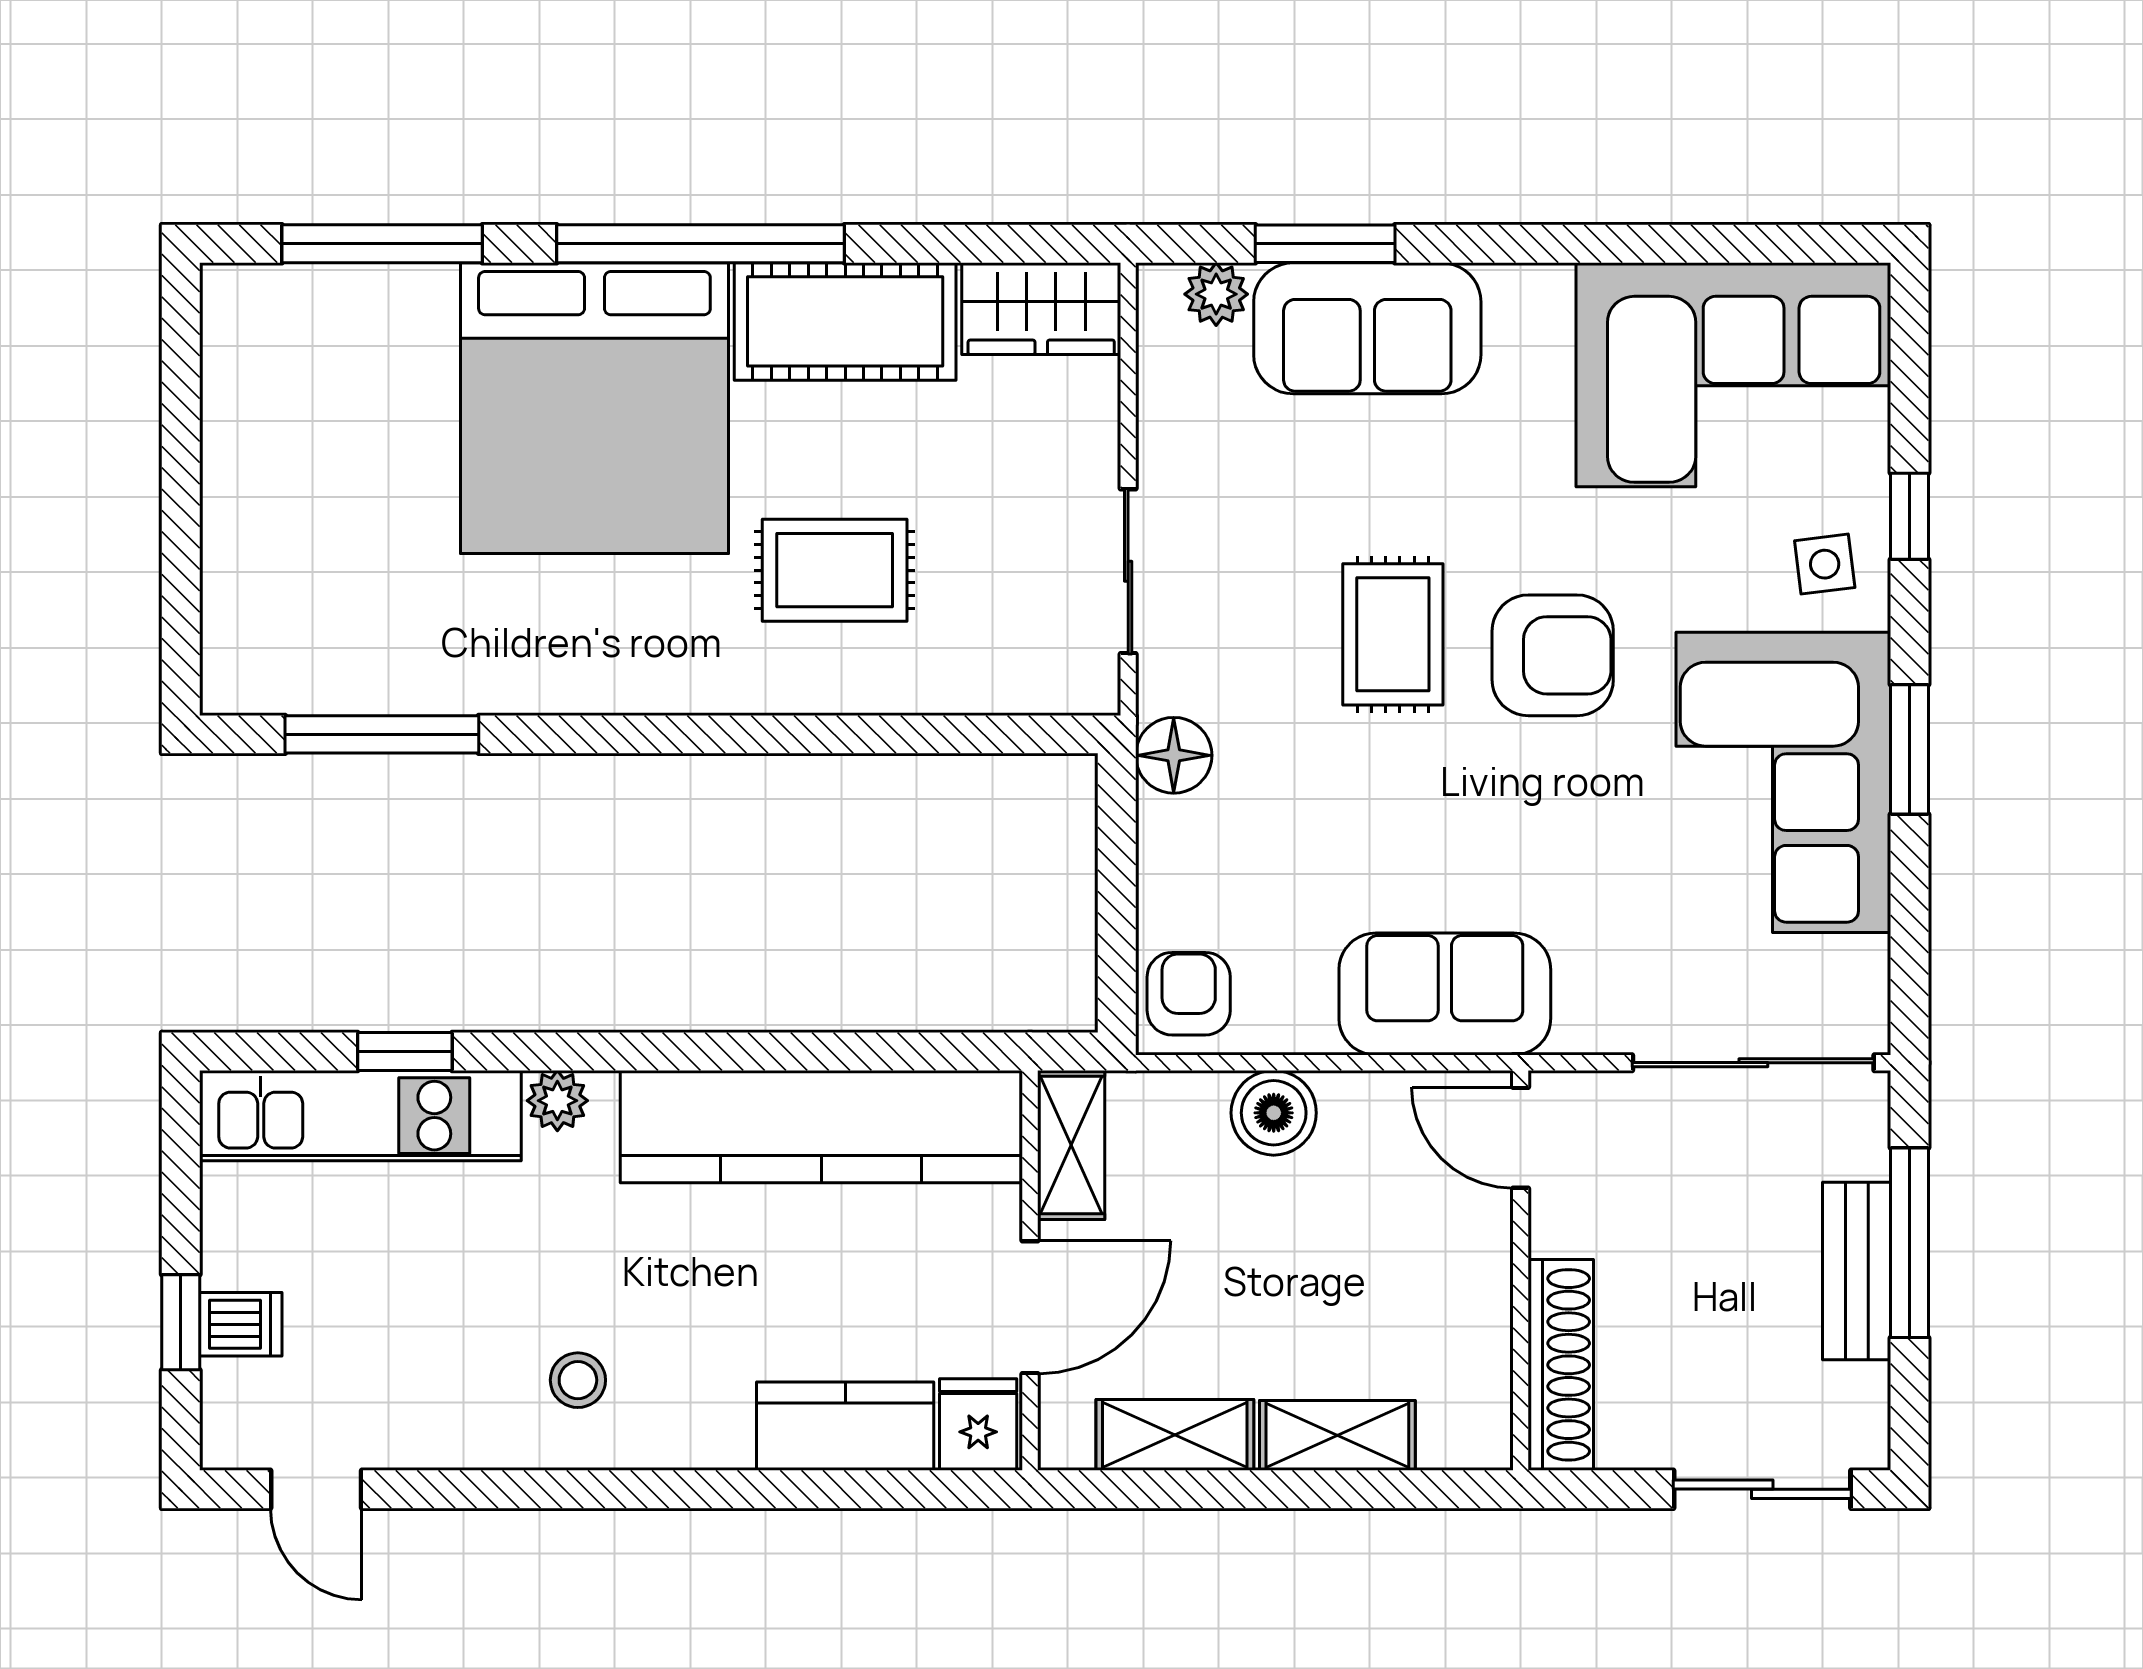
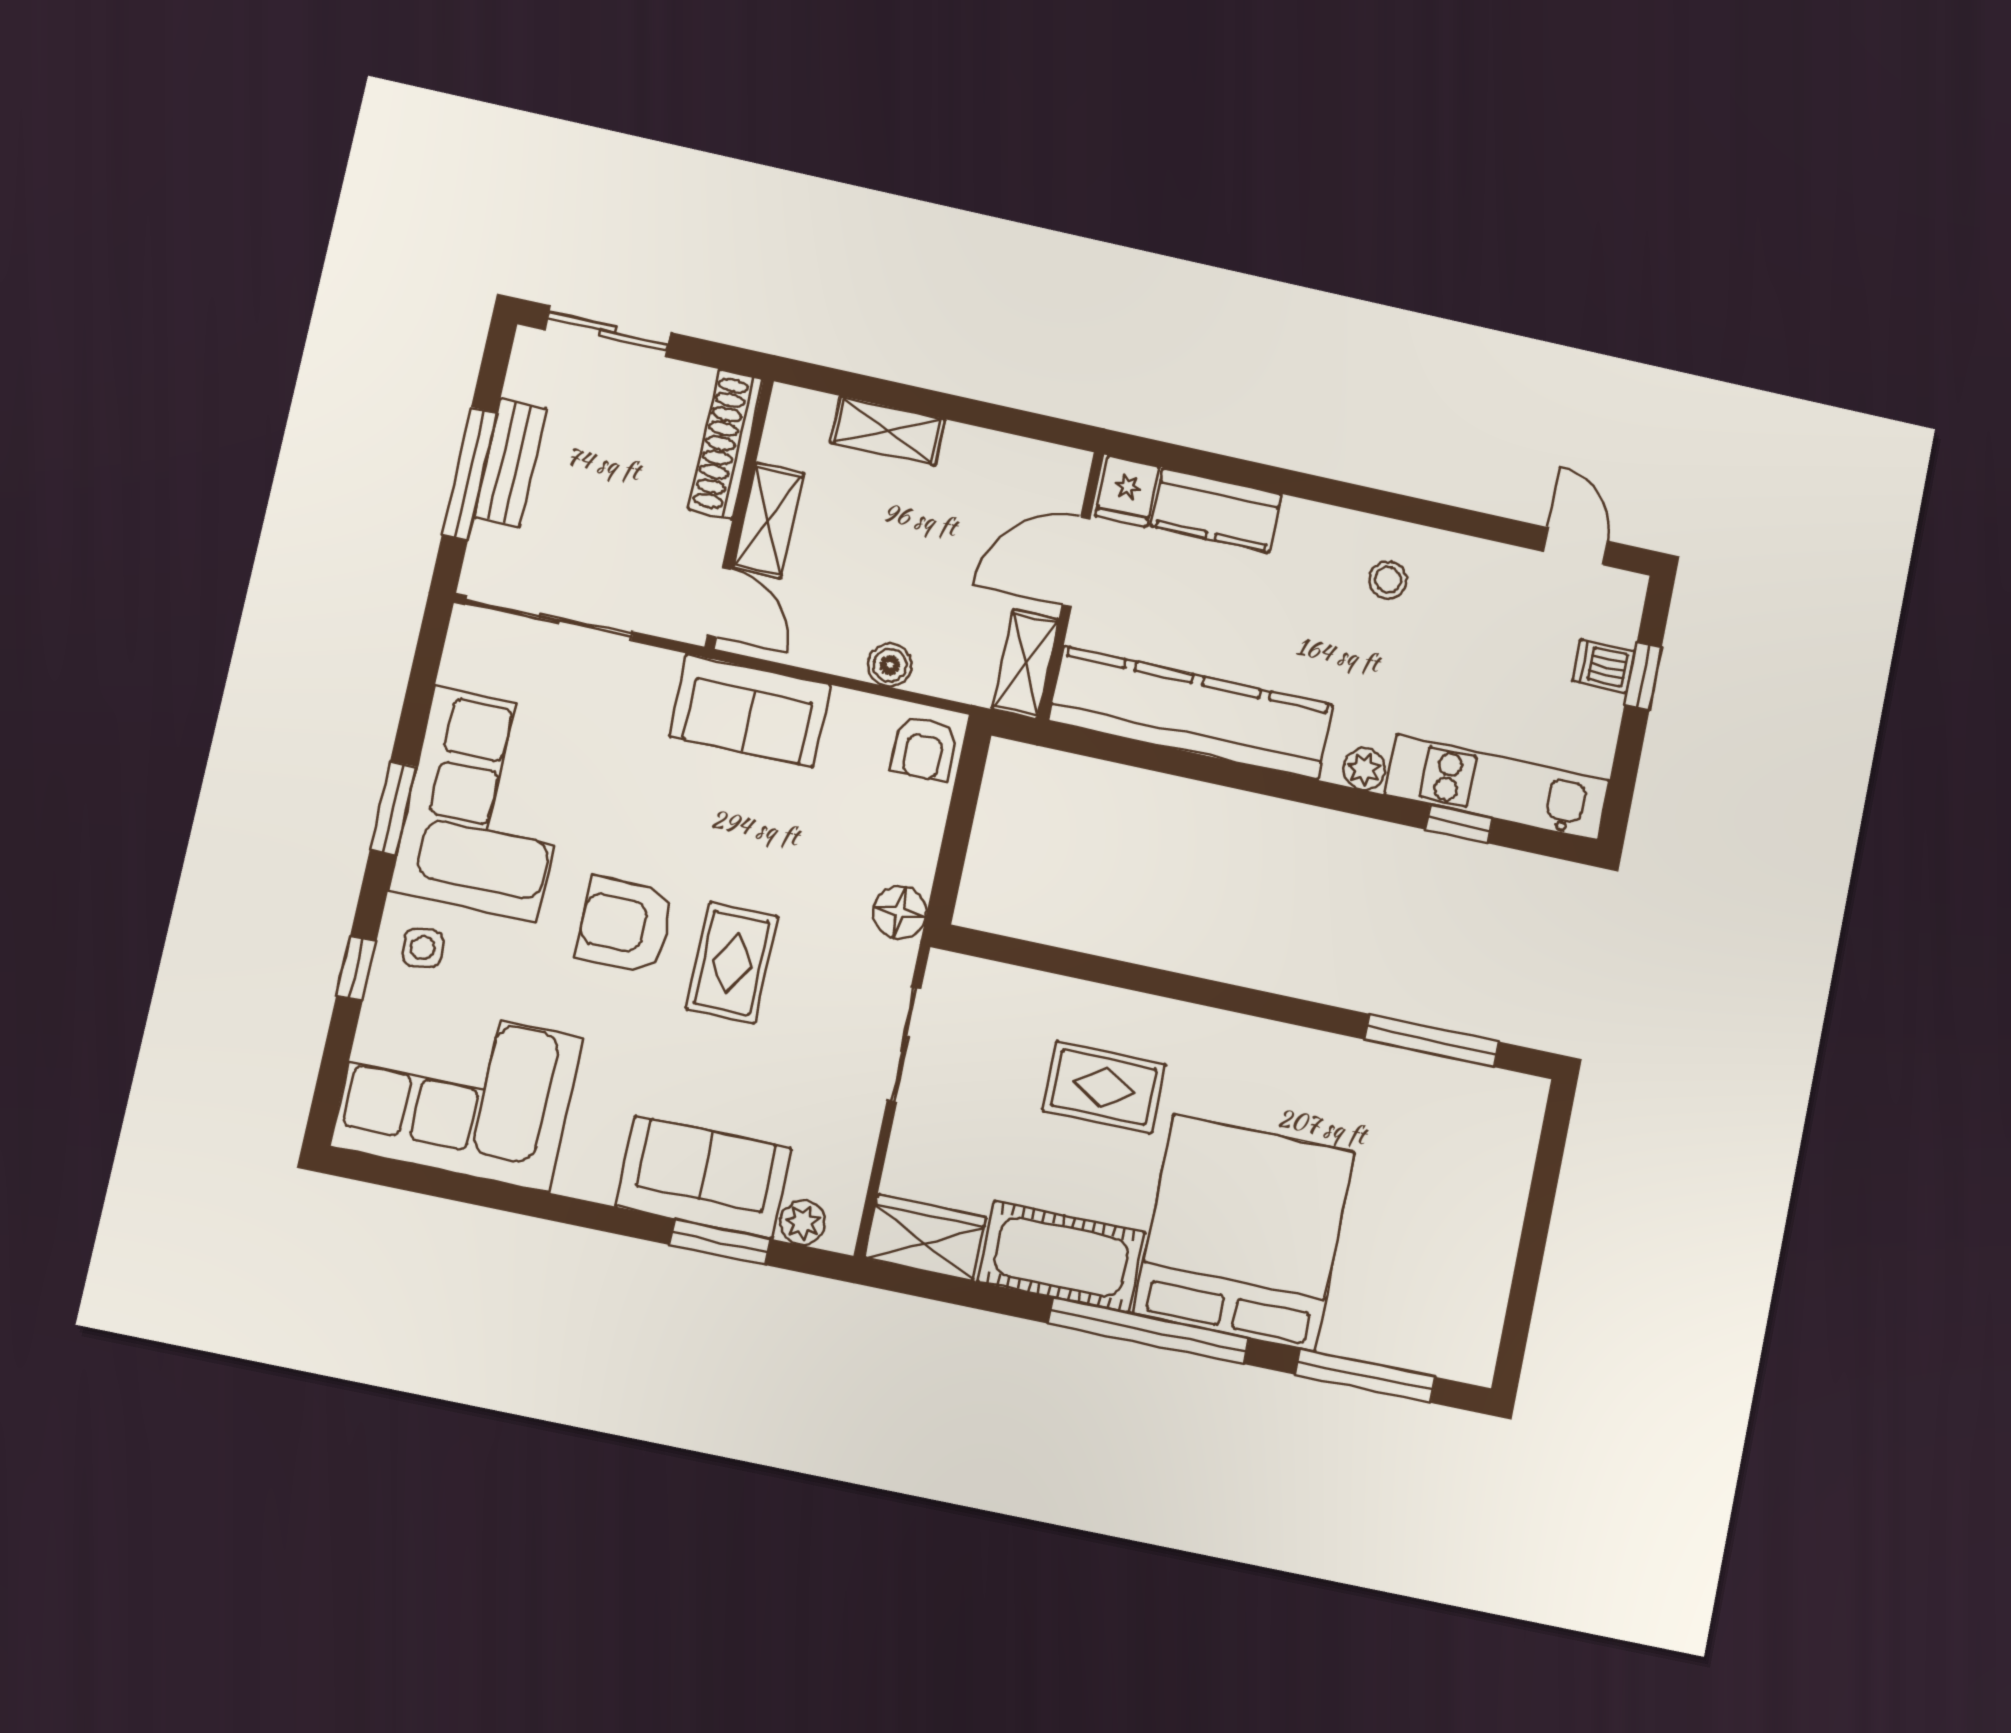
boiler: (1274, 1113) -> (890, 665), width x0.73, depth x0.73
shelving: (1175, 1435) -> (768, 521), moved, turned 90

